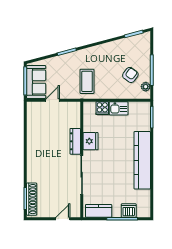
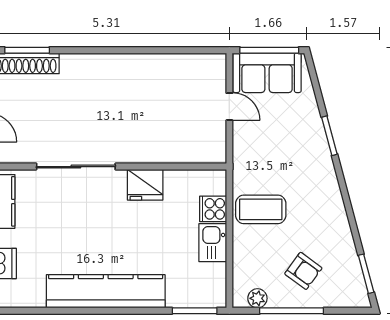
armchair: (130, 75) -> (303, 271), moved
coffee table: (87, 81) -> (261, 209), moved
dresser: (75, 141) -> (145, 153), removed

